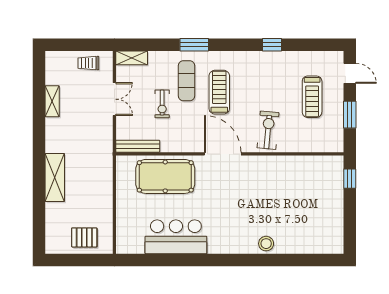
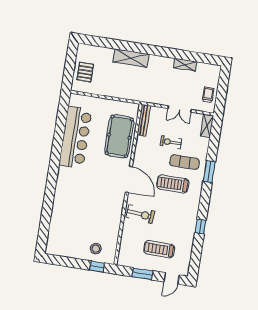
treadmill: (219, 92) -> (173, 184), turned 180
door: (223, 154) -> (129, 179), hinge flipped
bar counter: (176, 237) -> (75, 137), width x1.36
stool: (266, 244) -> (96, 249), moved

